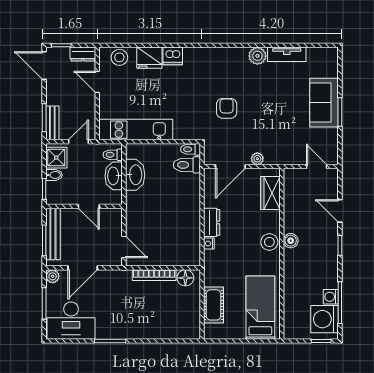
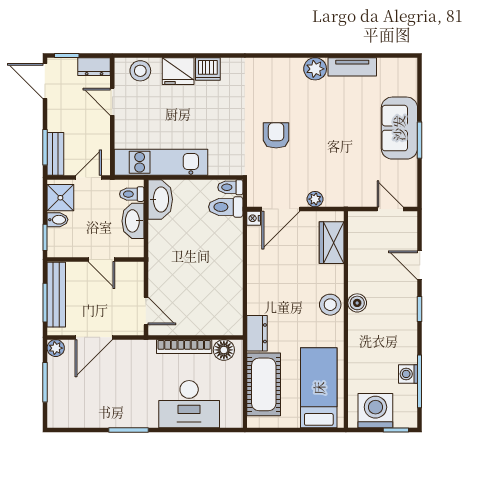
washbasin: (135, 175) -> (160, 199), moved
dresser: (212, 222) -> (257, 333), moved
nightstand: (209, 244) -> (254, 218), moved
cot: (214, 305) -> (264, 384), width x1.37, depth x1.34
washing machine: (325, 319) -> (375, 411), moved, turned 90
desk: (71, 321) -> (189, 404), moved

